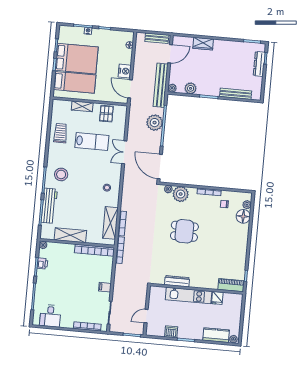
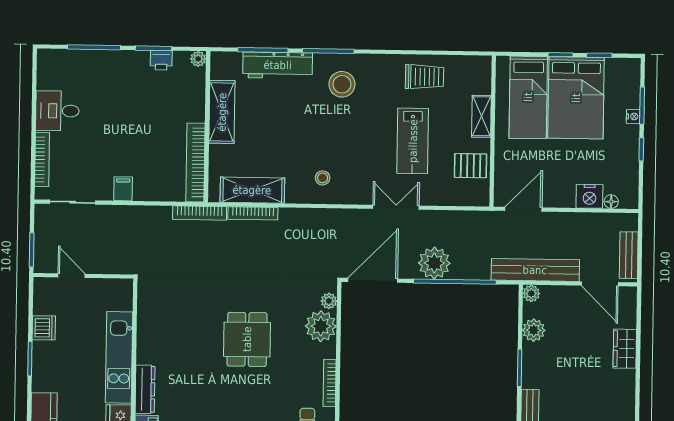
nightstand: (125, 71) -> (589, 196), moved
plant: (155, 123) -> (434, 263), moved
dresser: (177, 281) -> (145, 389), moved
desk: (50, 316) -> (57, 111), moved

